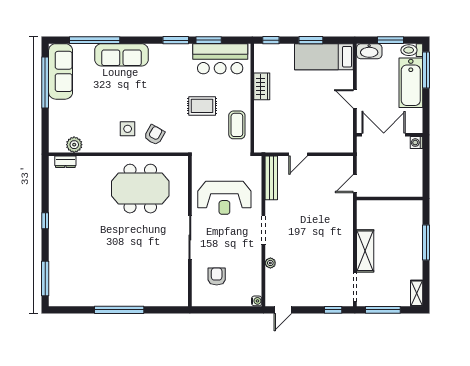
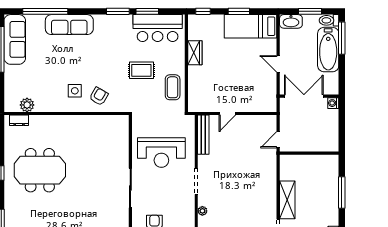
meeting table: (140, 189) -> (40, 170), moved

